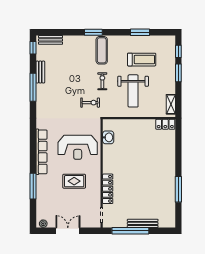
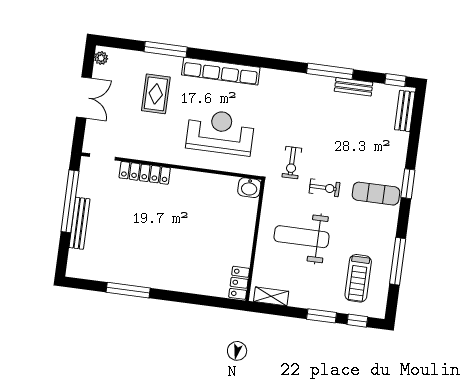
window: (140, 32) -> (398, 261), width x1.44
treadmill: (142, 60) -> (358, 278), moved
washbasin: (108, 137) -> (249, 188), moved
reception desk: (78, 147) -> (220, 132), turned 90
rug: (74, 181) -> (156, 94), moved

